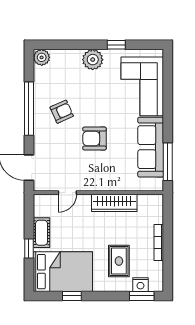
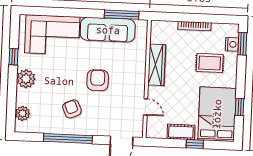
plant: (42, 57) -> (22, 113), moved
armchair: (94, 139) -> (98, 80), turned 180

